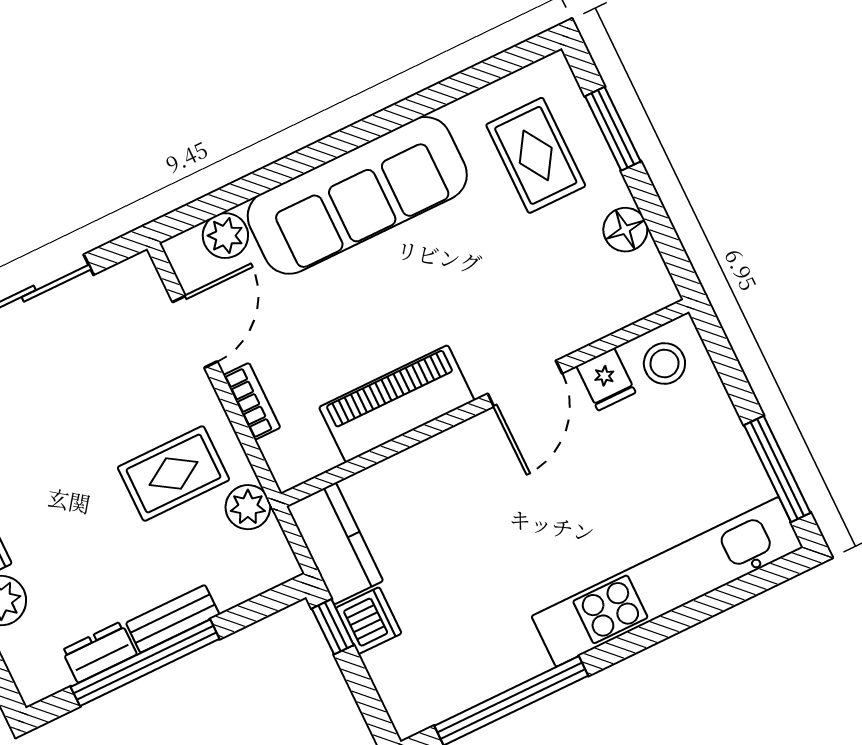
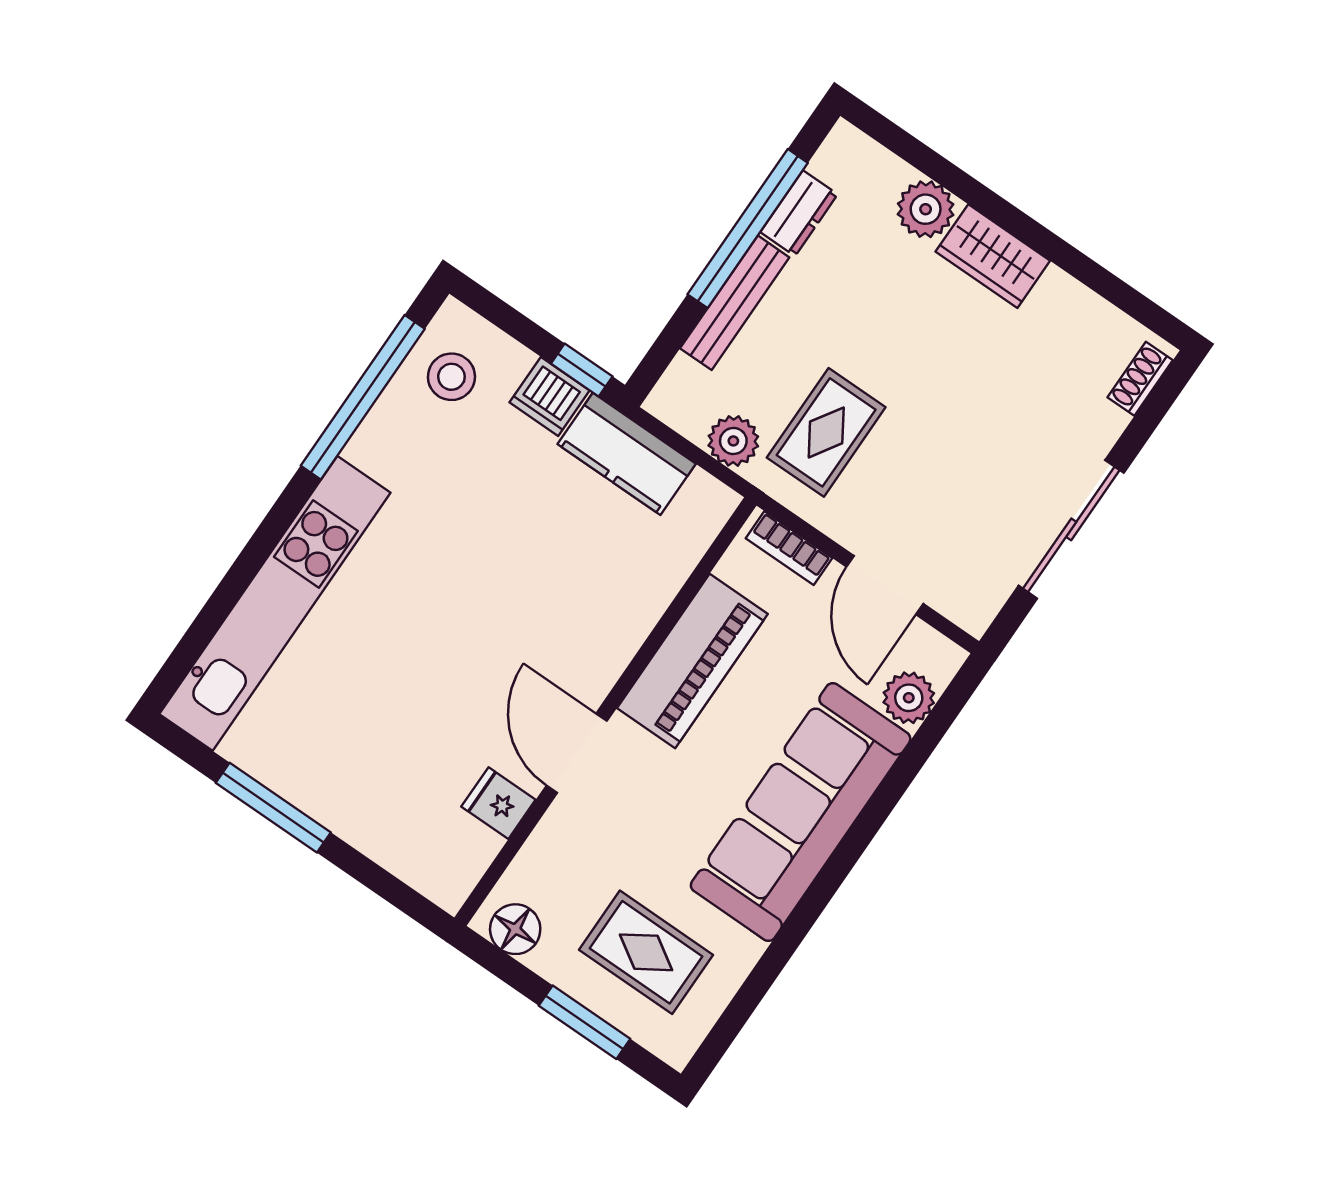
stool: (664, 364) -> (451, 377), moved
fridge: (606, 379) -> (498, 803), moved
door: (525, 384) -> (577, 753), moved
wall: (485, 403) -> (605, 712), moved
piano: (397, 404) -> (692, 661), moved
window: (777, 469) -> (273, 808), moved
bench: (173, 619) -> (735, 303), width x1.36

